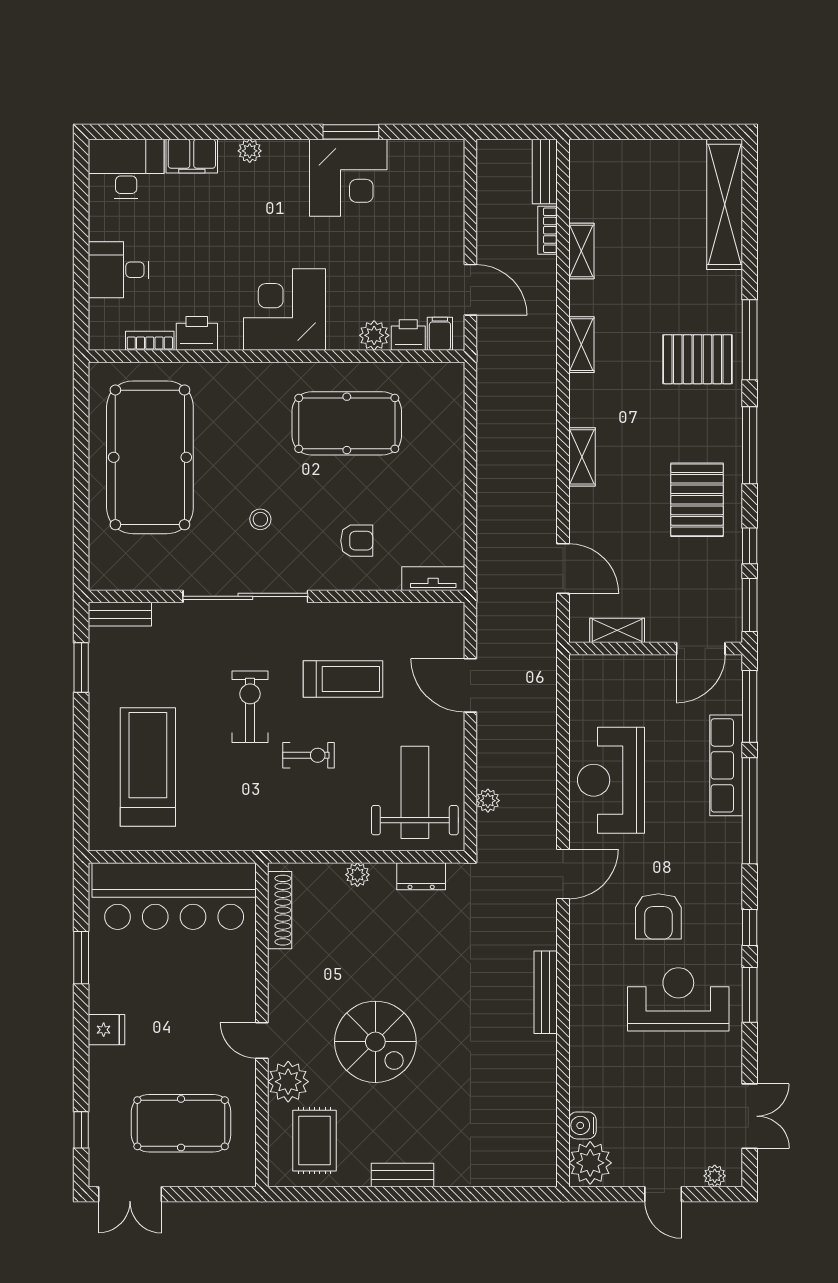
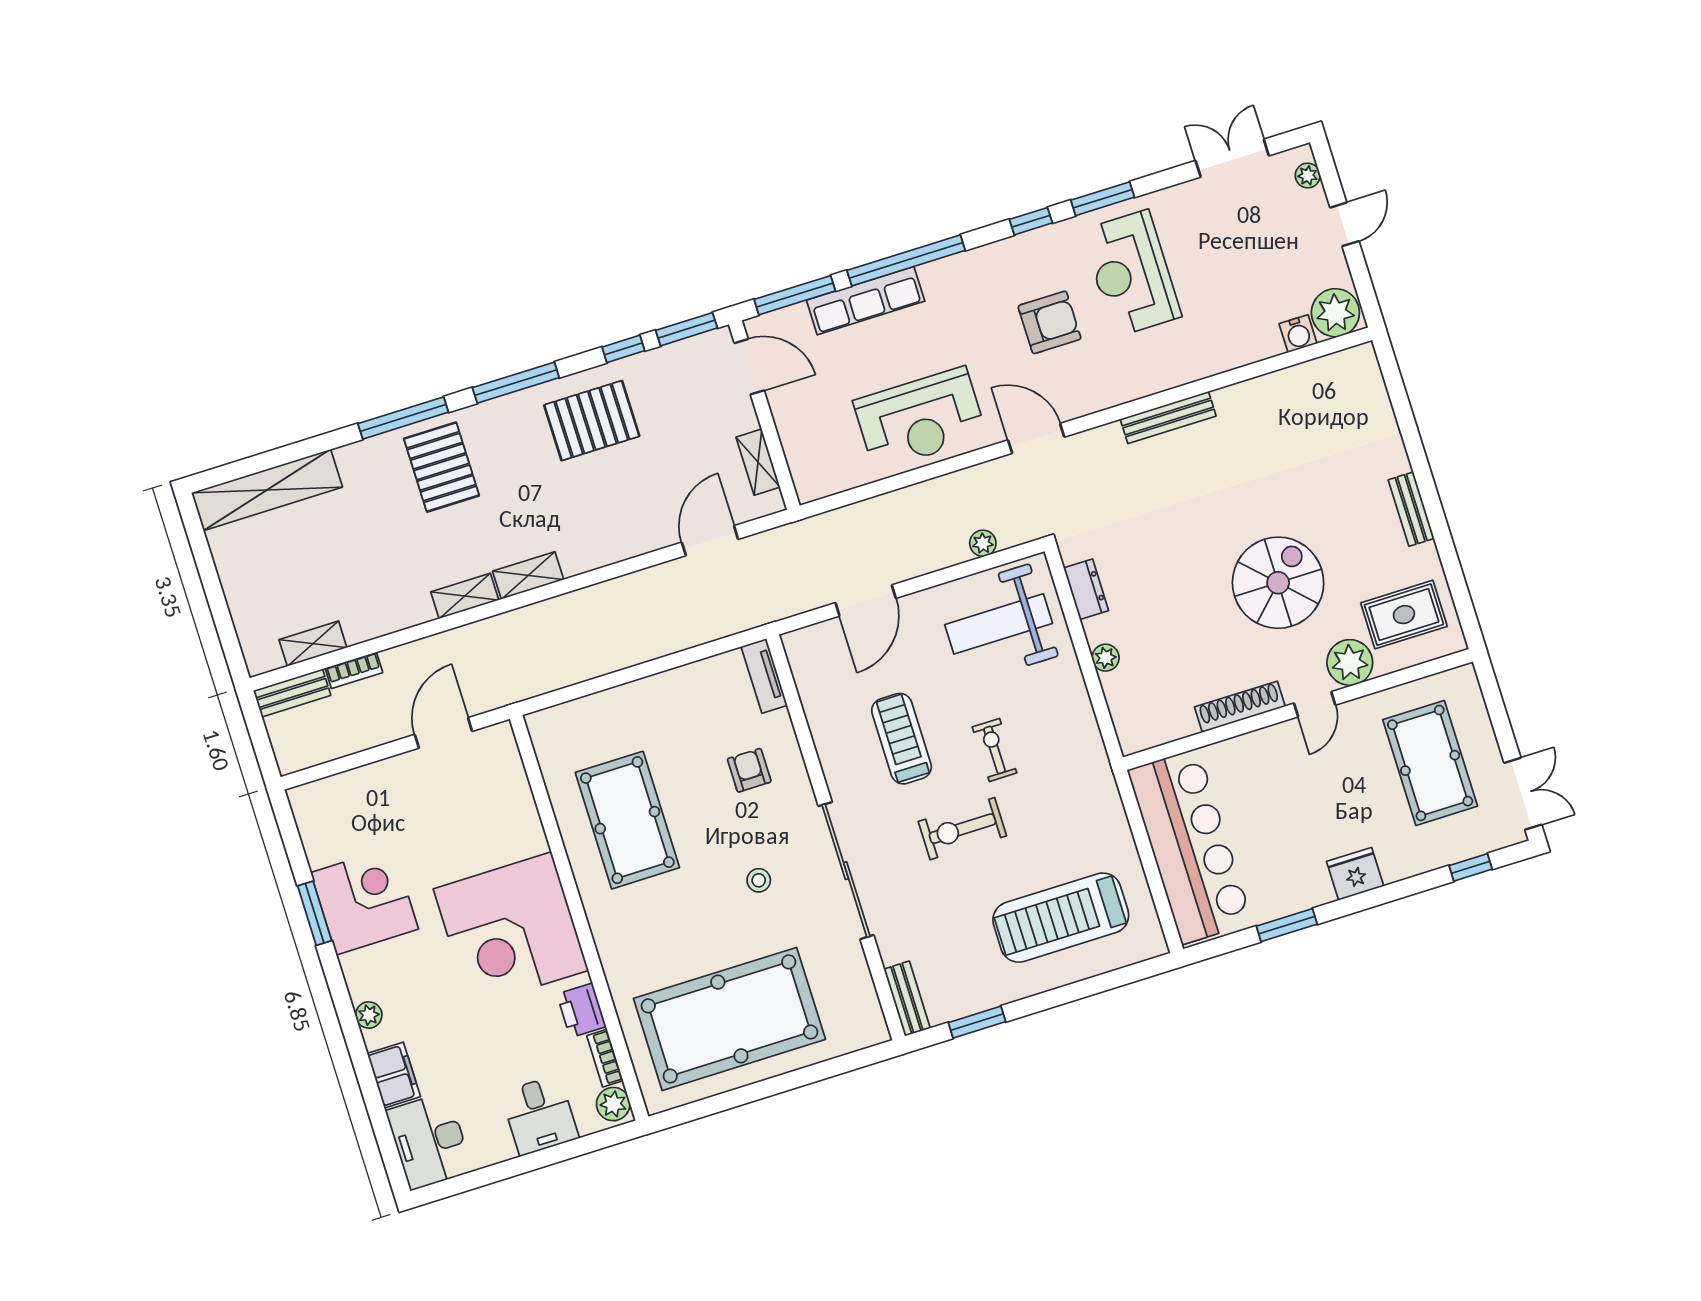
shelving: (581, 251) -> (313, 644), moved
corner desk: (285, 310) -> (511, 930), width x1.36, depth x1.36
filing cabinet: (440, 334) -> (500, 751), removed
plant: (374, 335) -> (613, 1104), moved
printer: (408, 335) -> (512, 784), removed
shelving: (582, 457) -> (528, 575), moved
shoe rack: (280, 910) -> (1240, 707), moved
fridge: (106, 1030) -> (1355, 874), width x1.38

